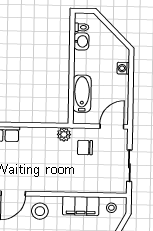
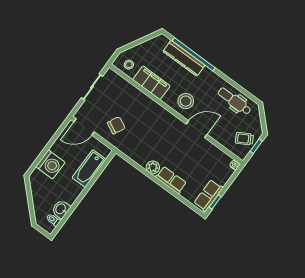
washing machine: (123, 68) -> (50, 164), width x1.89, depth x1.89
plant: (64, 134) -> (153, 167), moved
chair: (85, 148) -> (116, 125), turned -64

